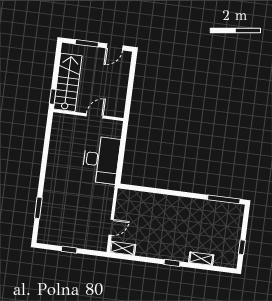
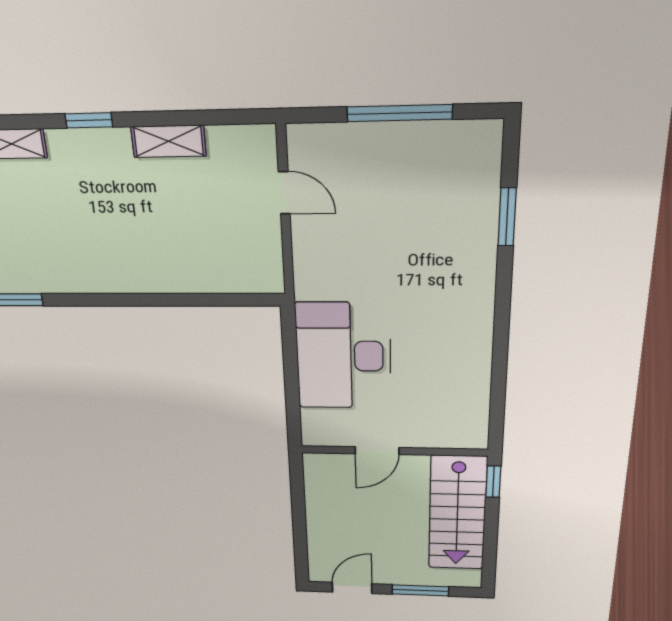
door: (111, 227) -> (284, 193), swing flipped
shelving: (123, 248) -> (169, 141), moved
window: (69, 250) -> (400, 113), width x2.17

